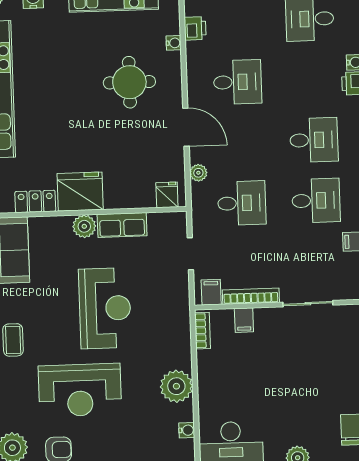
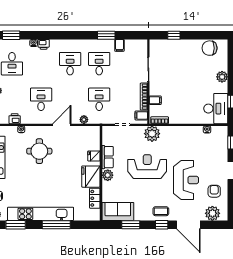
fridge: (167, 195) -> (94, 156), moved
plant: (176, 386) -> (152, 134), moved

